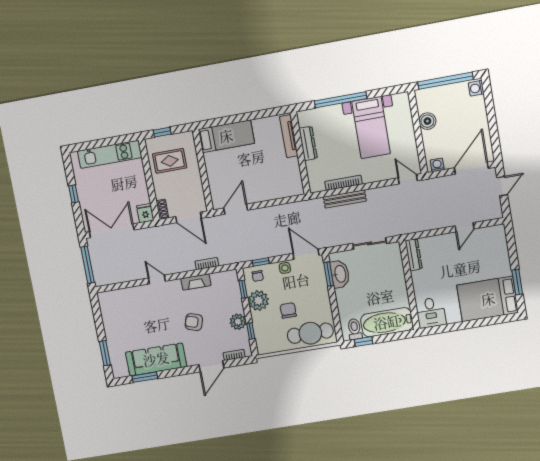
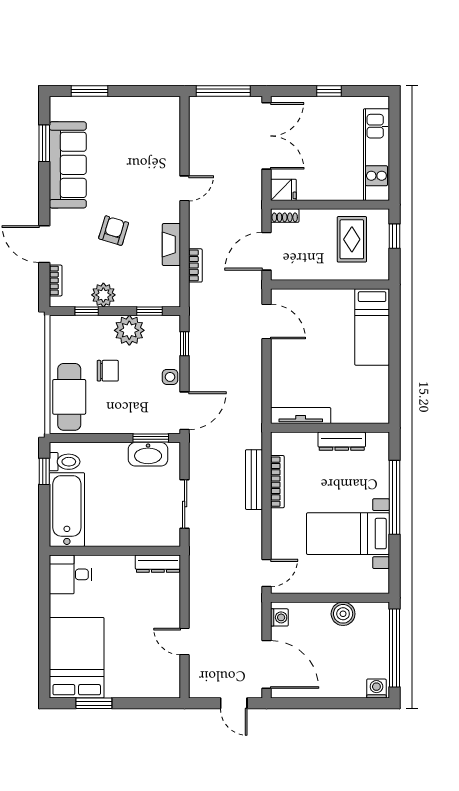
tv unit: (289, 136) -> (301, 416), moved
chair: (258, 276) -> (165, 336), removed

